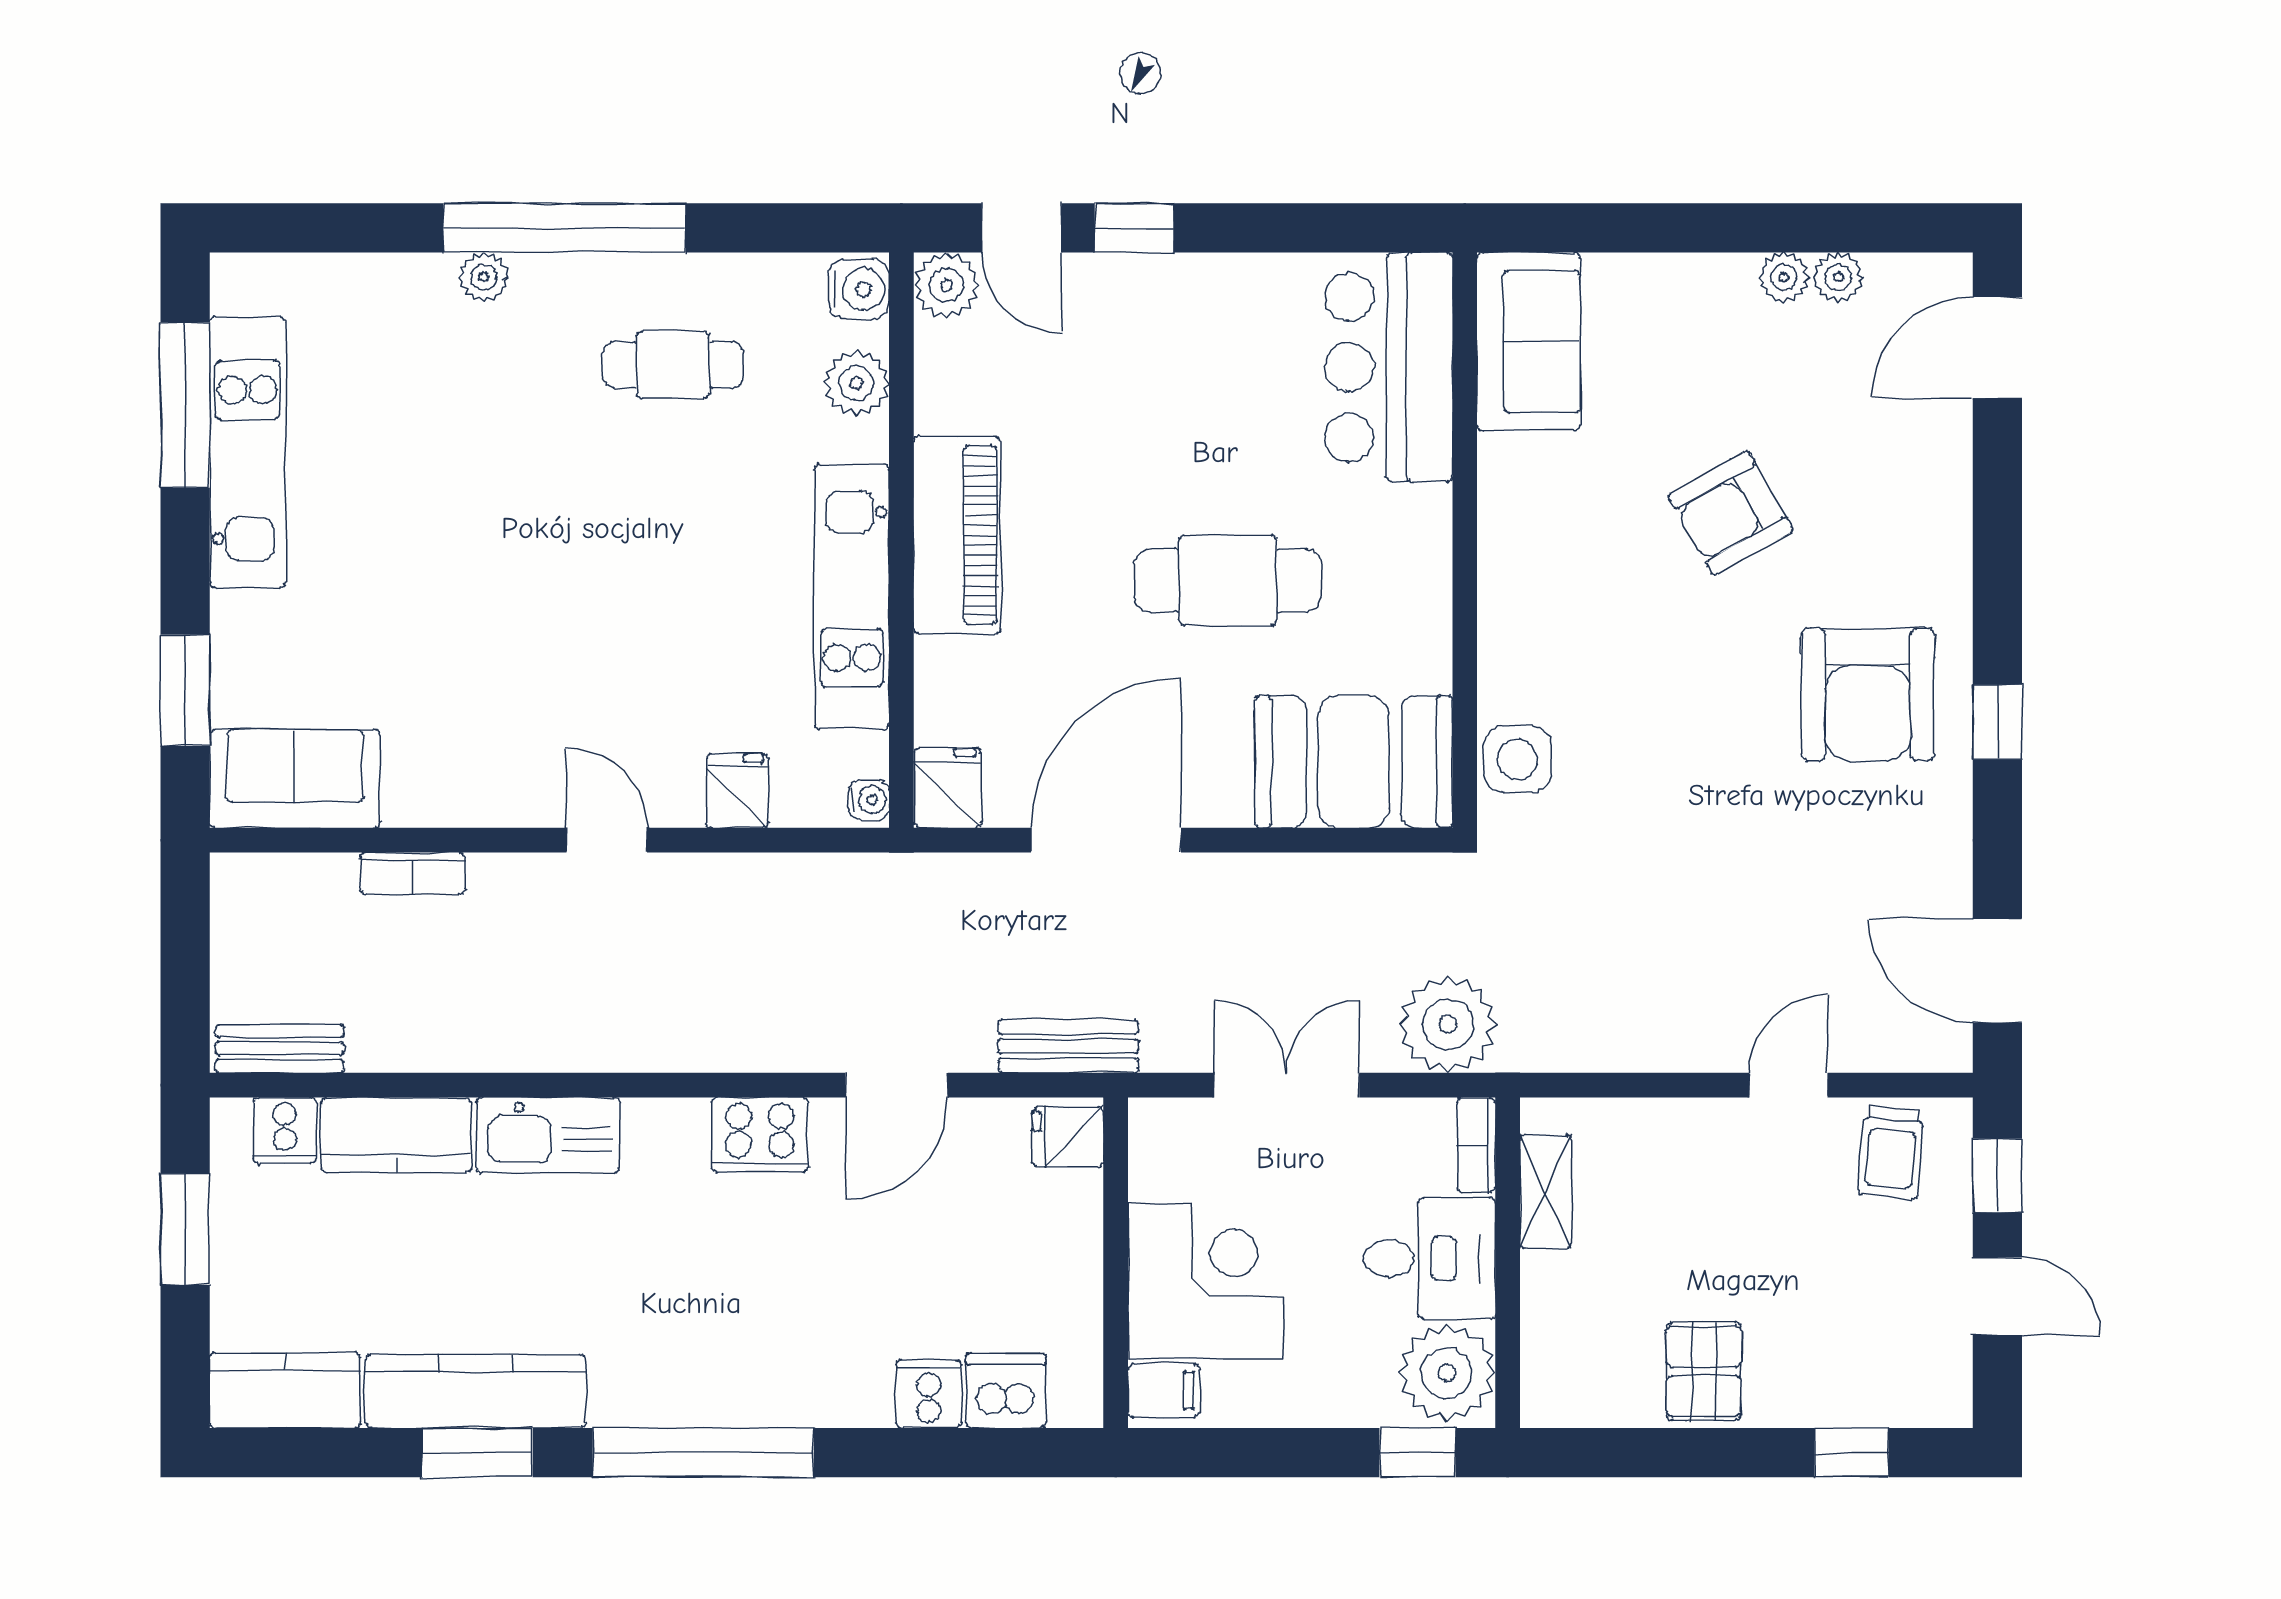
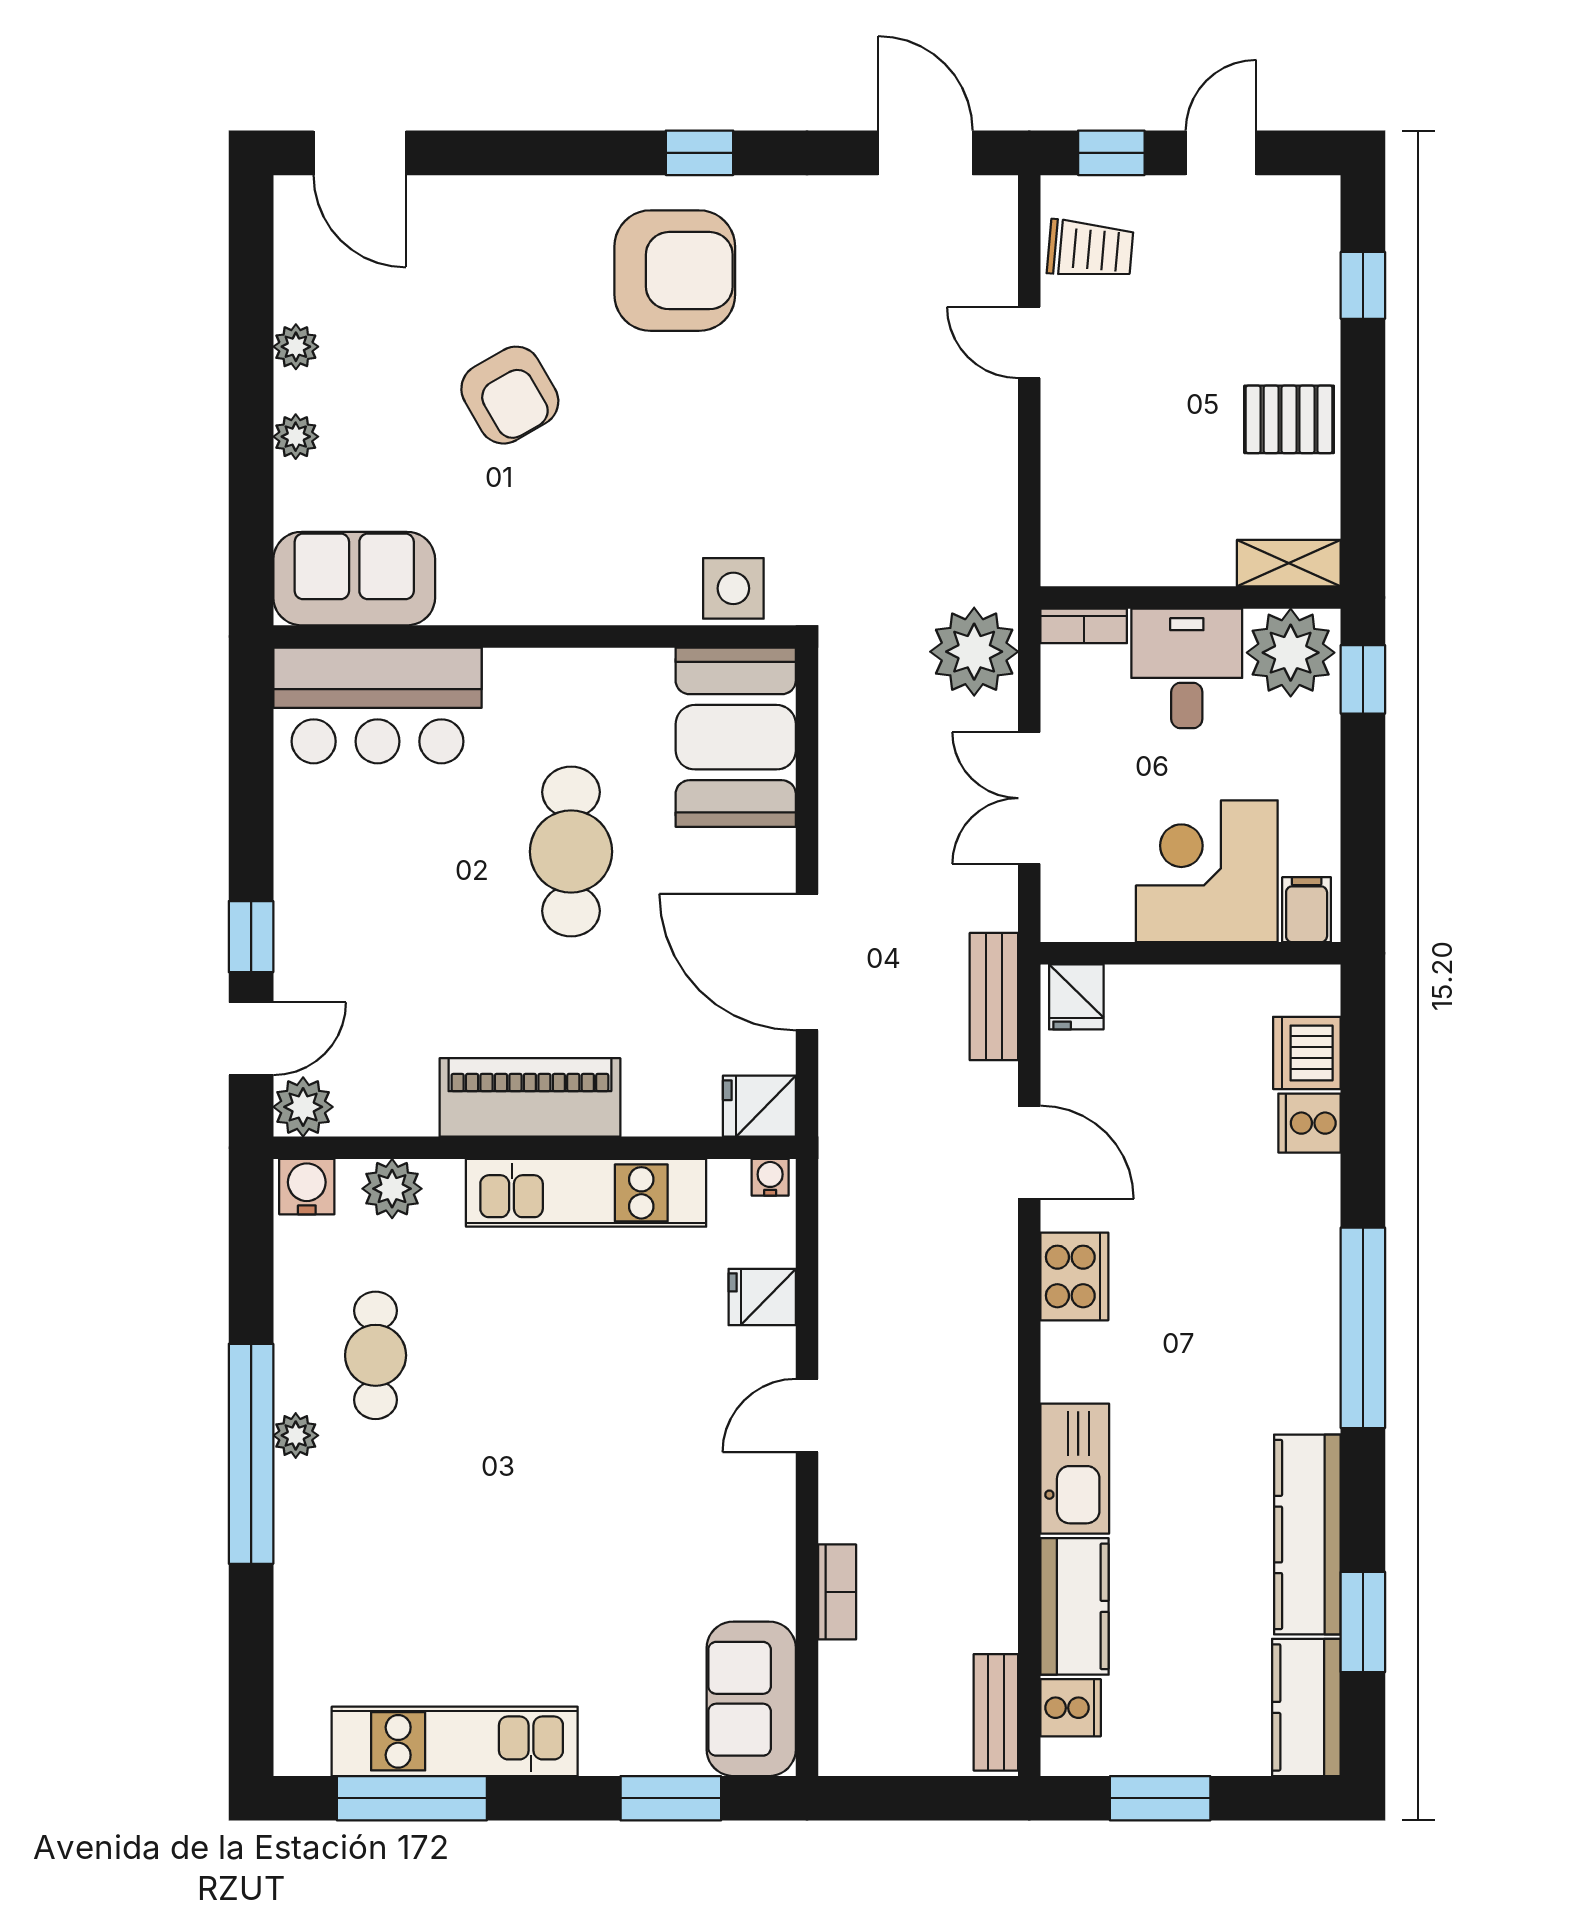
plant: (484, 277) -> (296, 1435), moved
plant: (1838, 277) -> (296, 437), moved
door: (1997, 971) -> (925, 153), swing flipped
shelving: (1546, 1192) -> (1289, 563), moved
window: (477, 1453) -> (1363, 1622), moved

